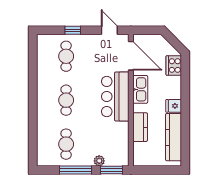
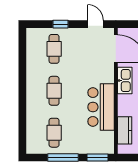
bar counter: (115, 96) -> (101, 107), moved
kitchen counter: (140, 127) -> (125, 130), moved
plant: (99, 161) -> (86, 149), removed

